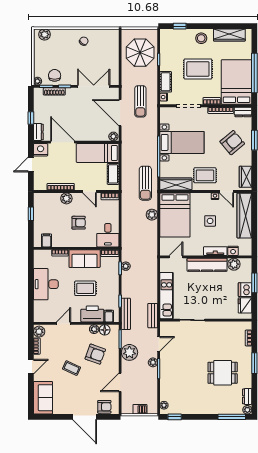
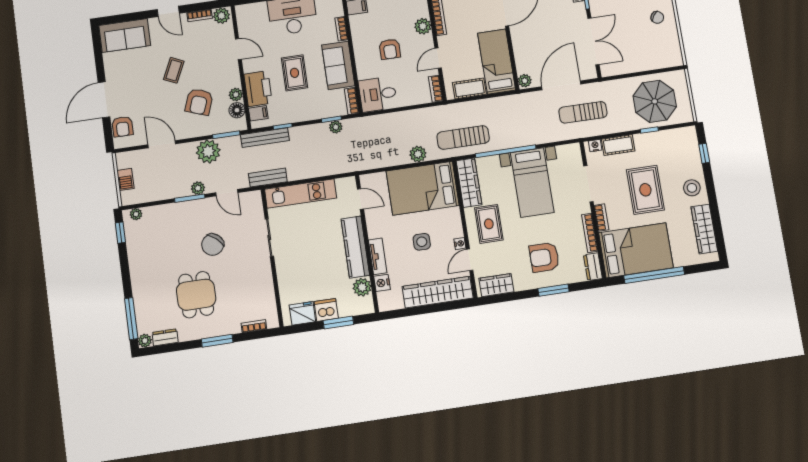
armchair: (232, 143) -> (544, 257), turned 130
chair: (192, 358) -> (213, 245), added

